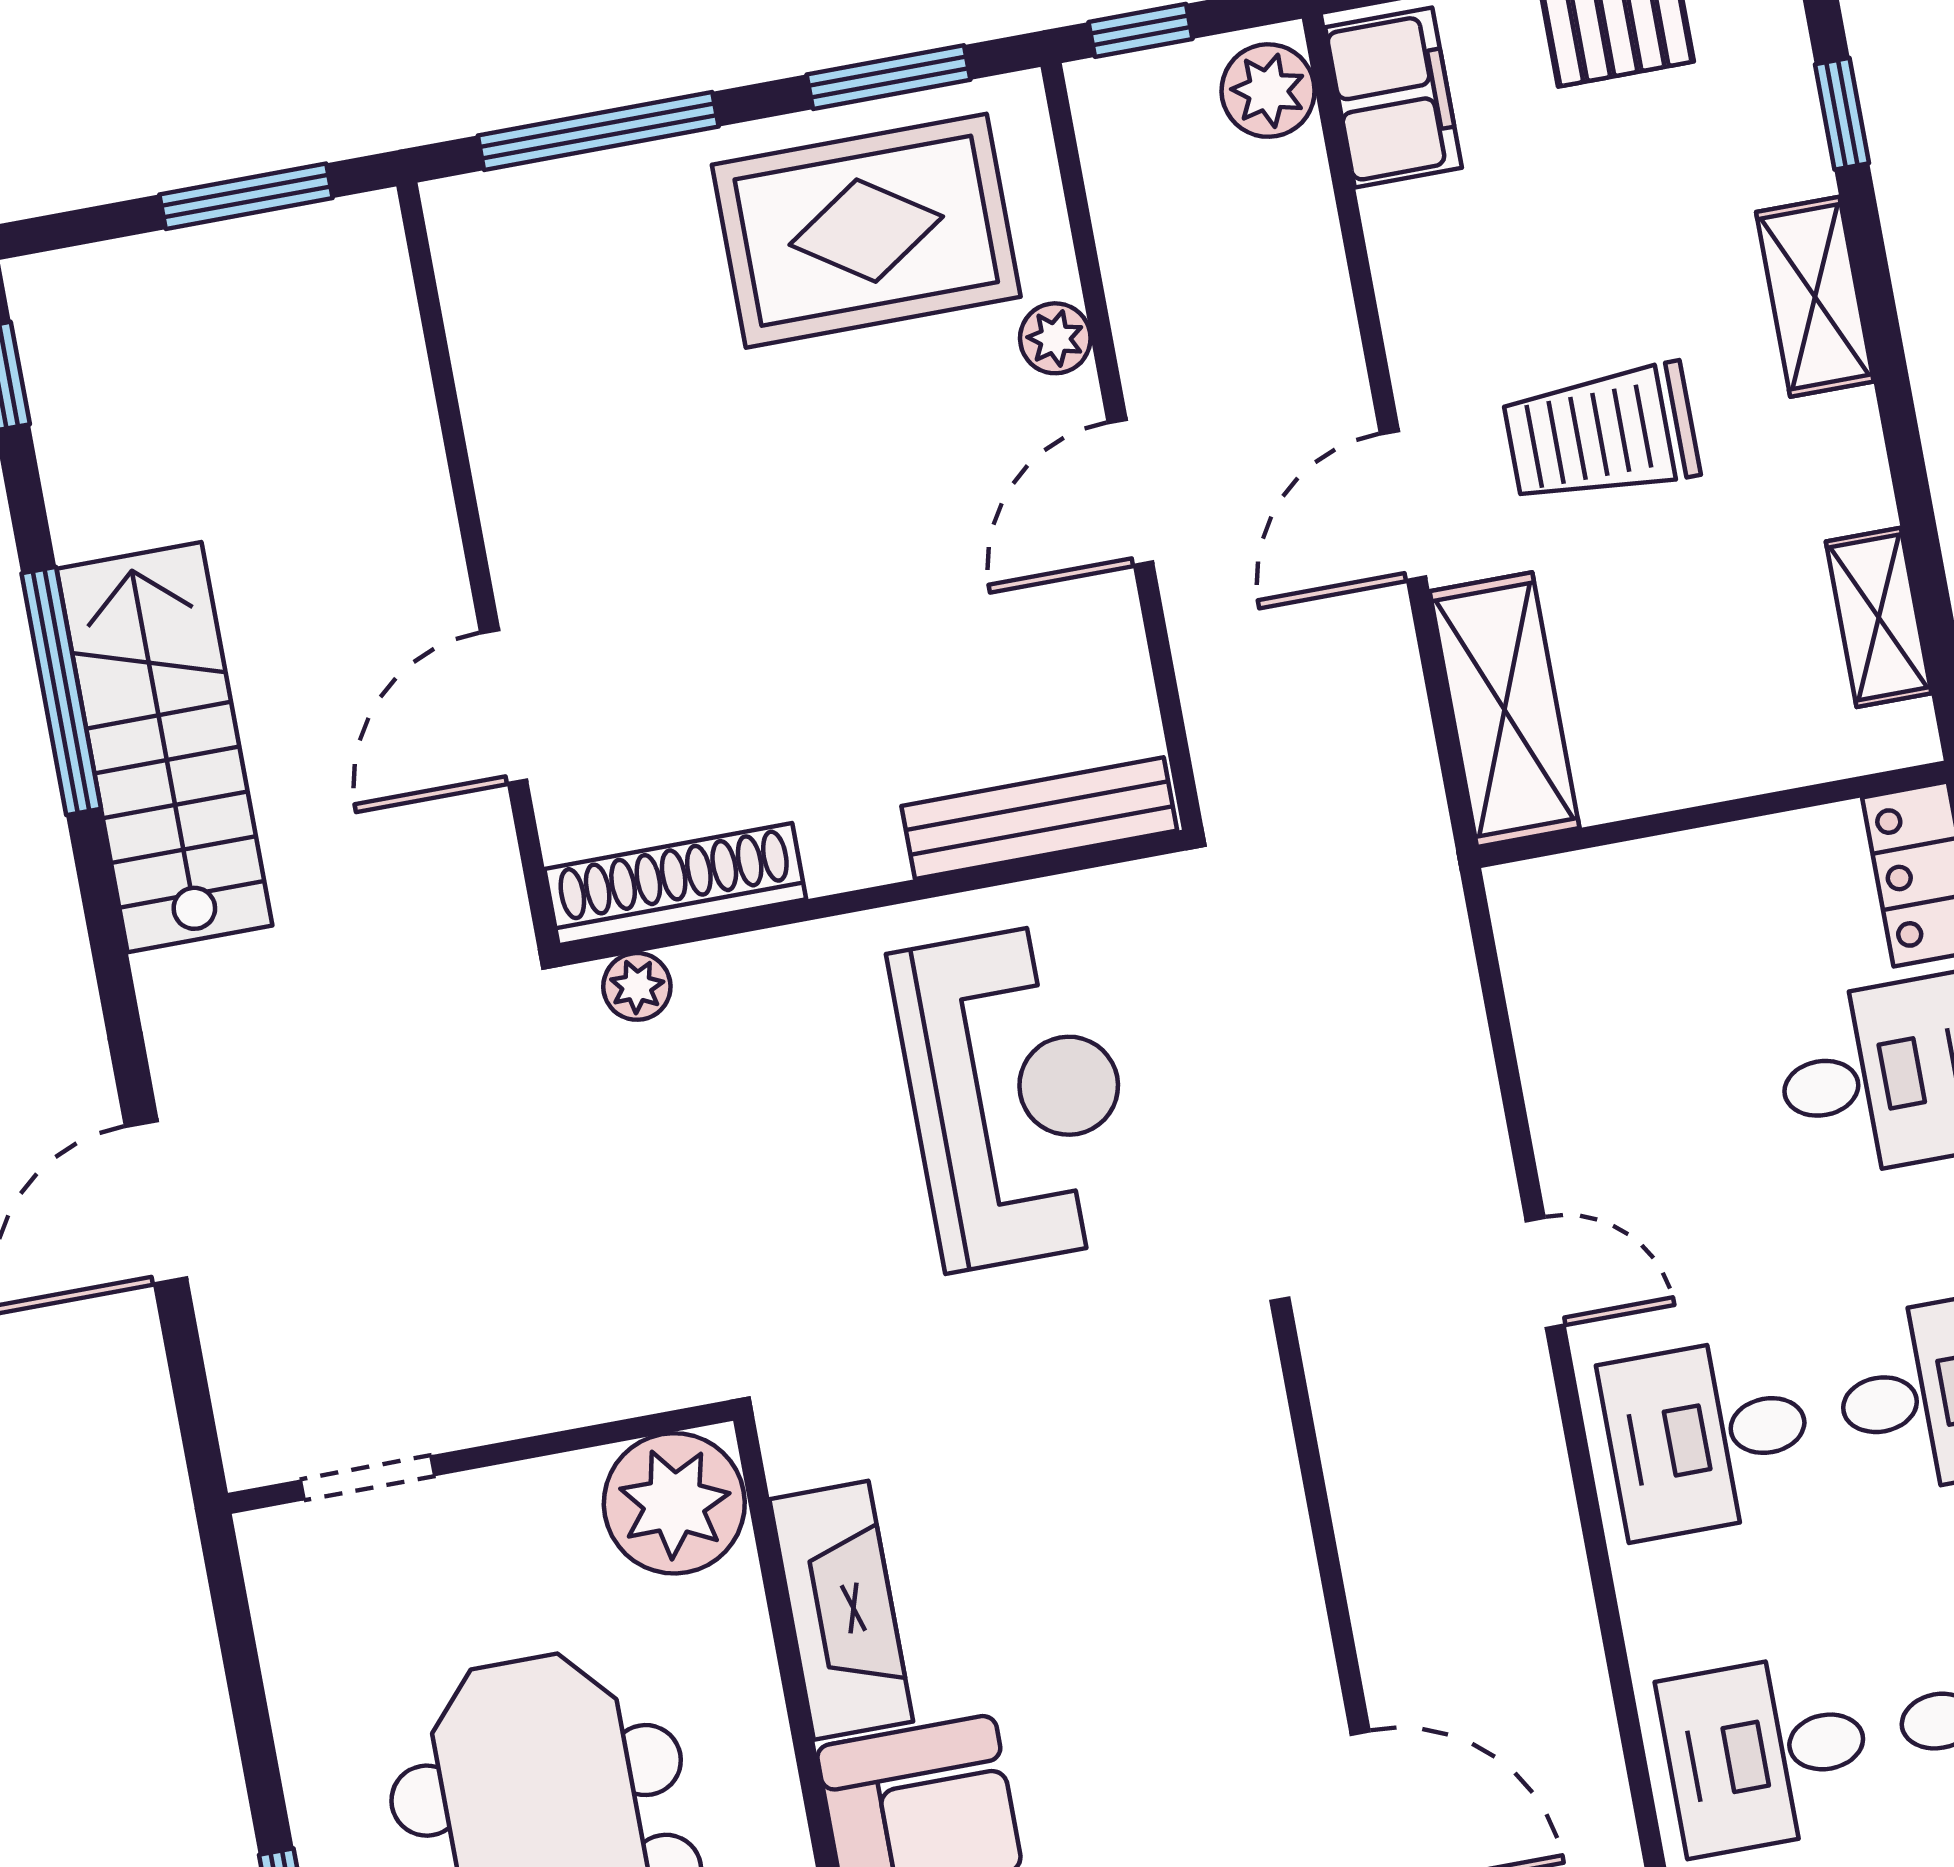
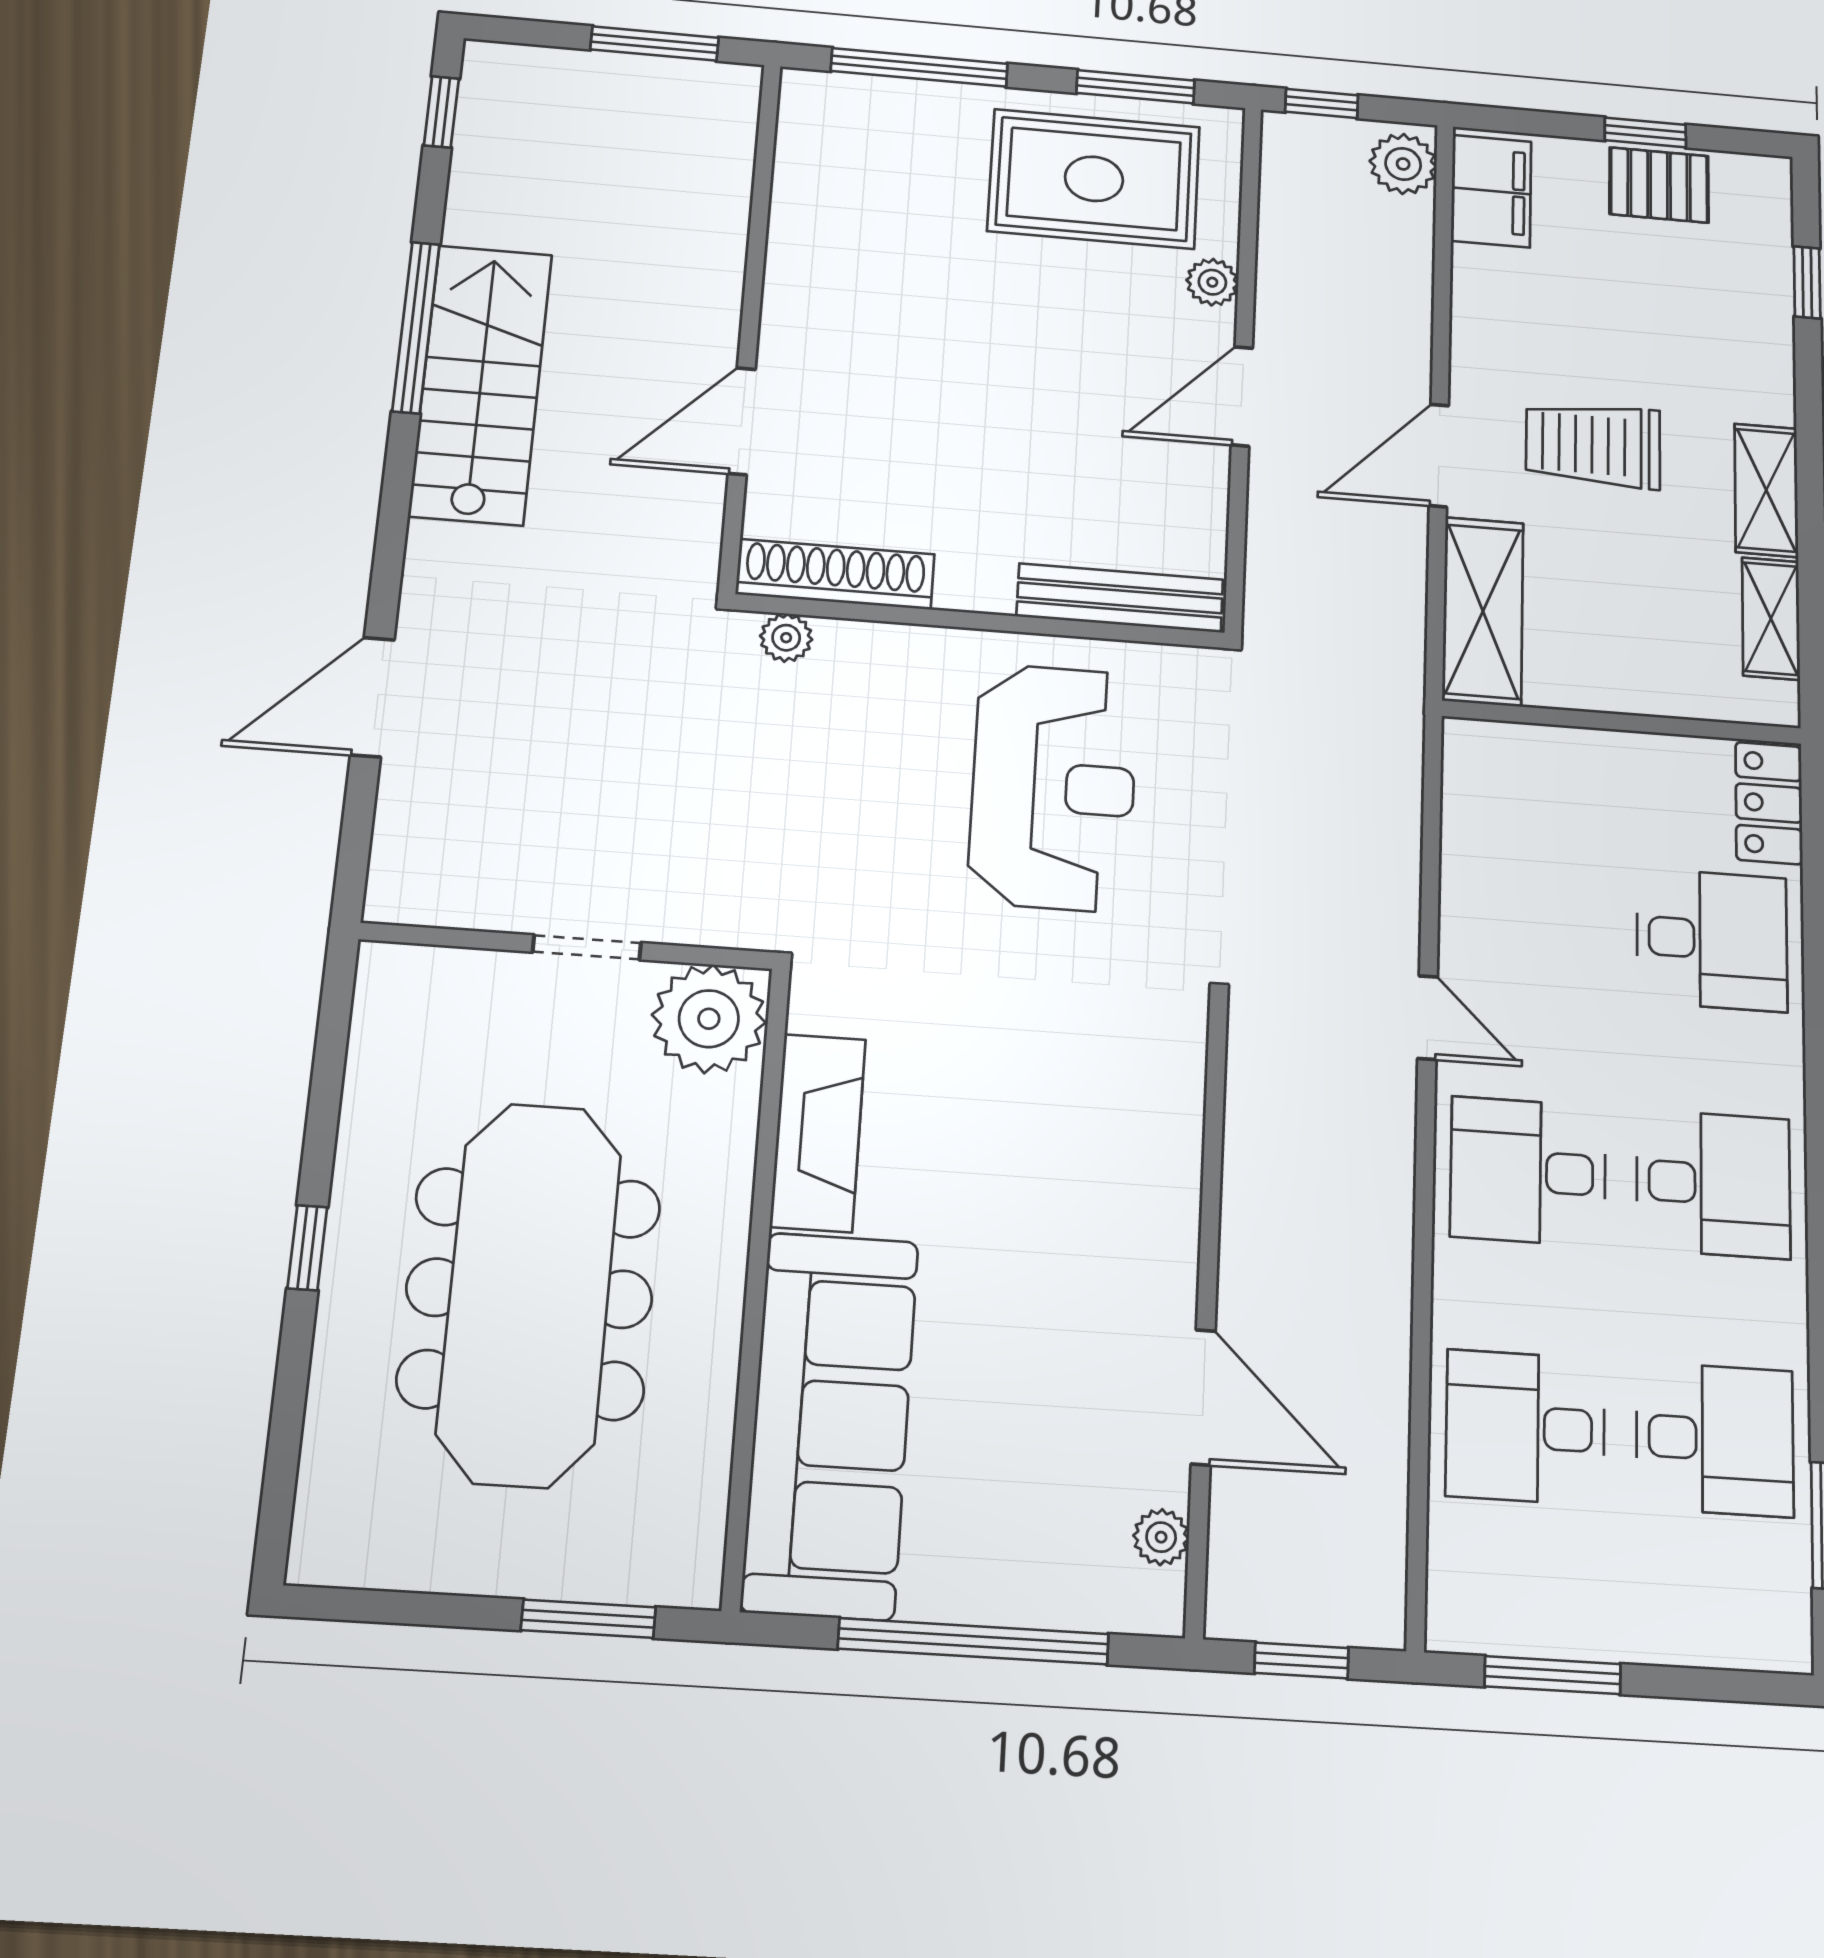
shelving: (1815, 297) -> (1766, 490), moved
doorway: (368, 1478) -> (587, 947), moved

